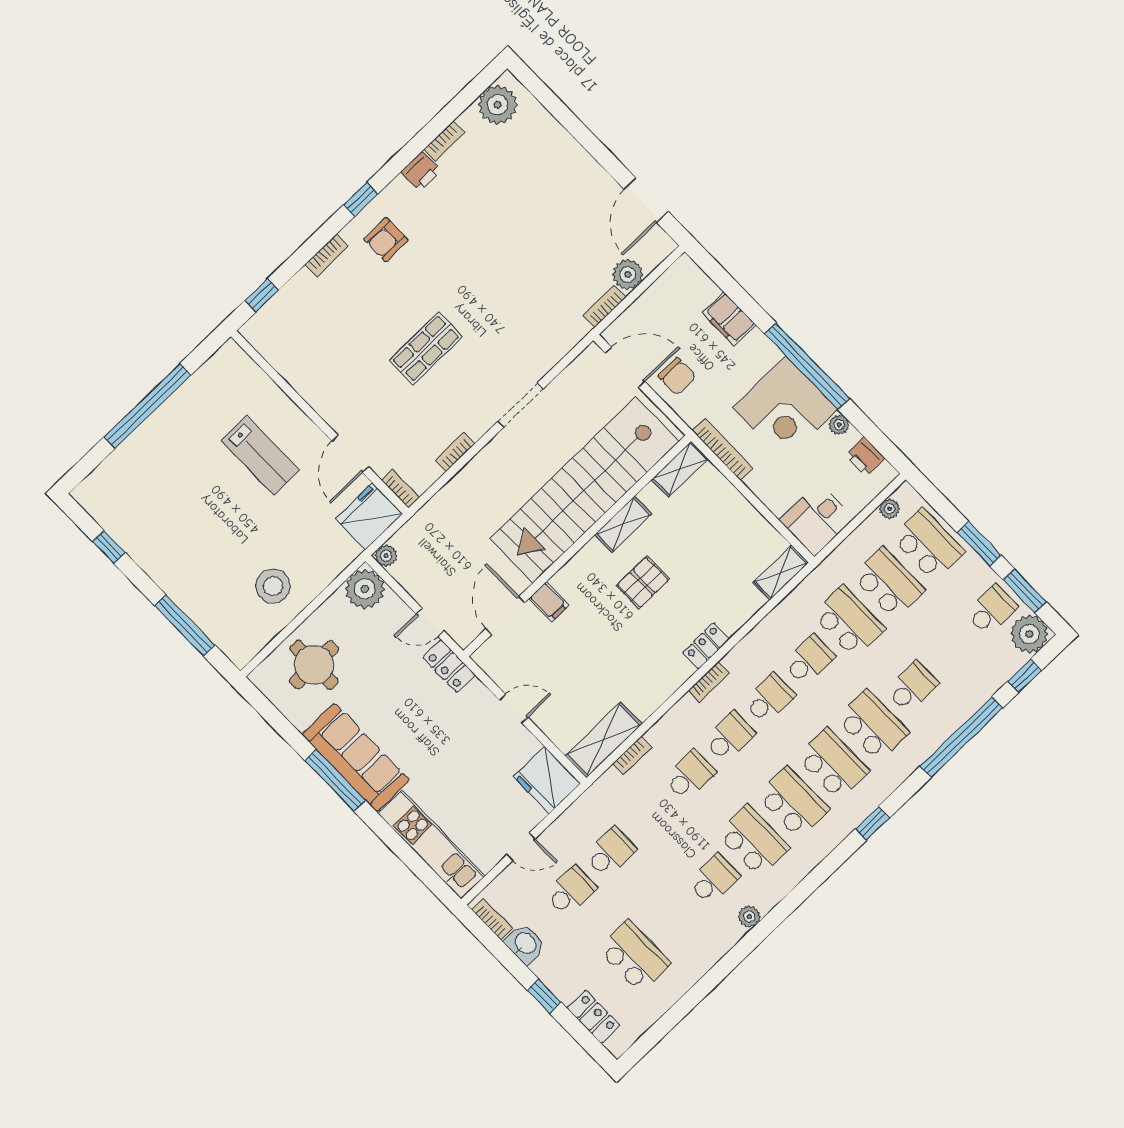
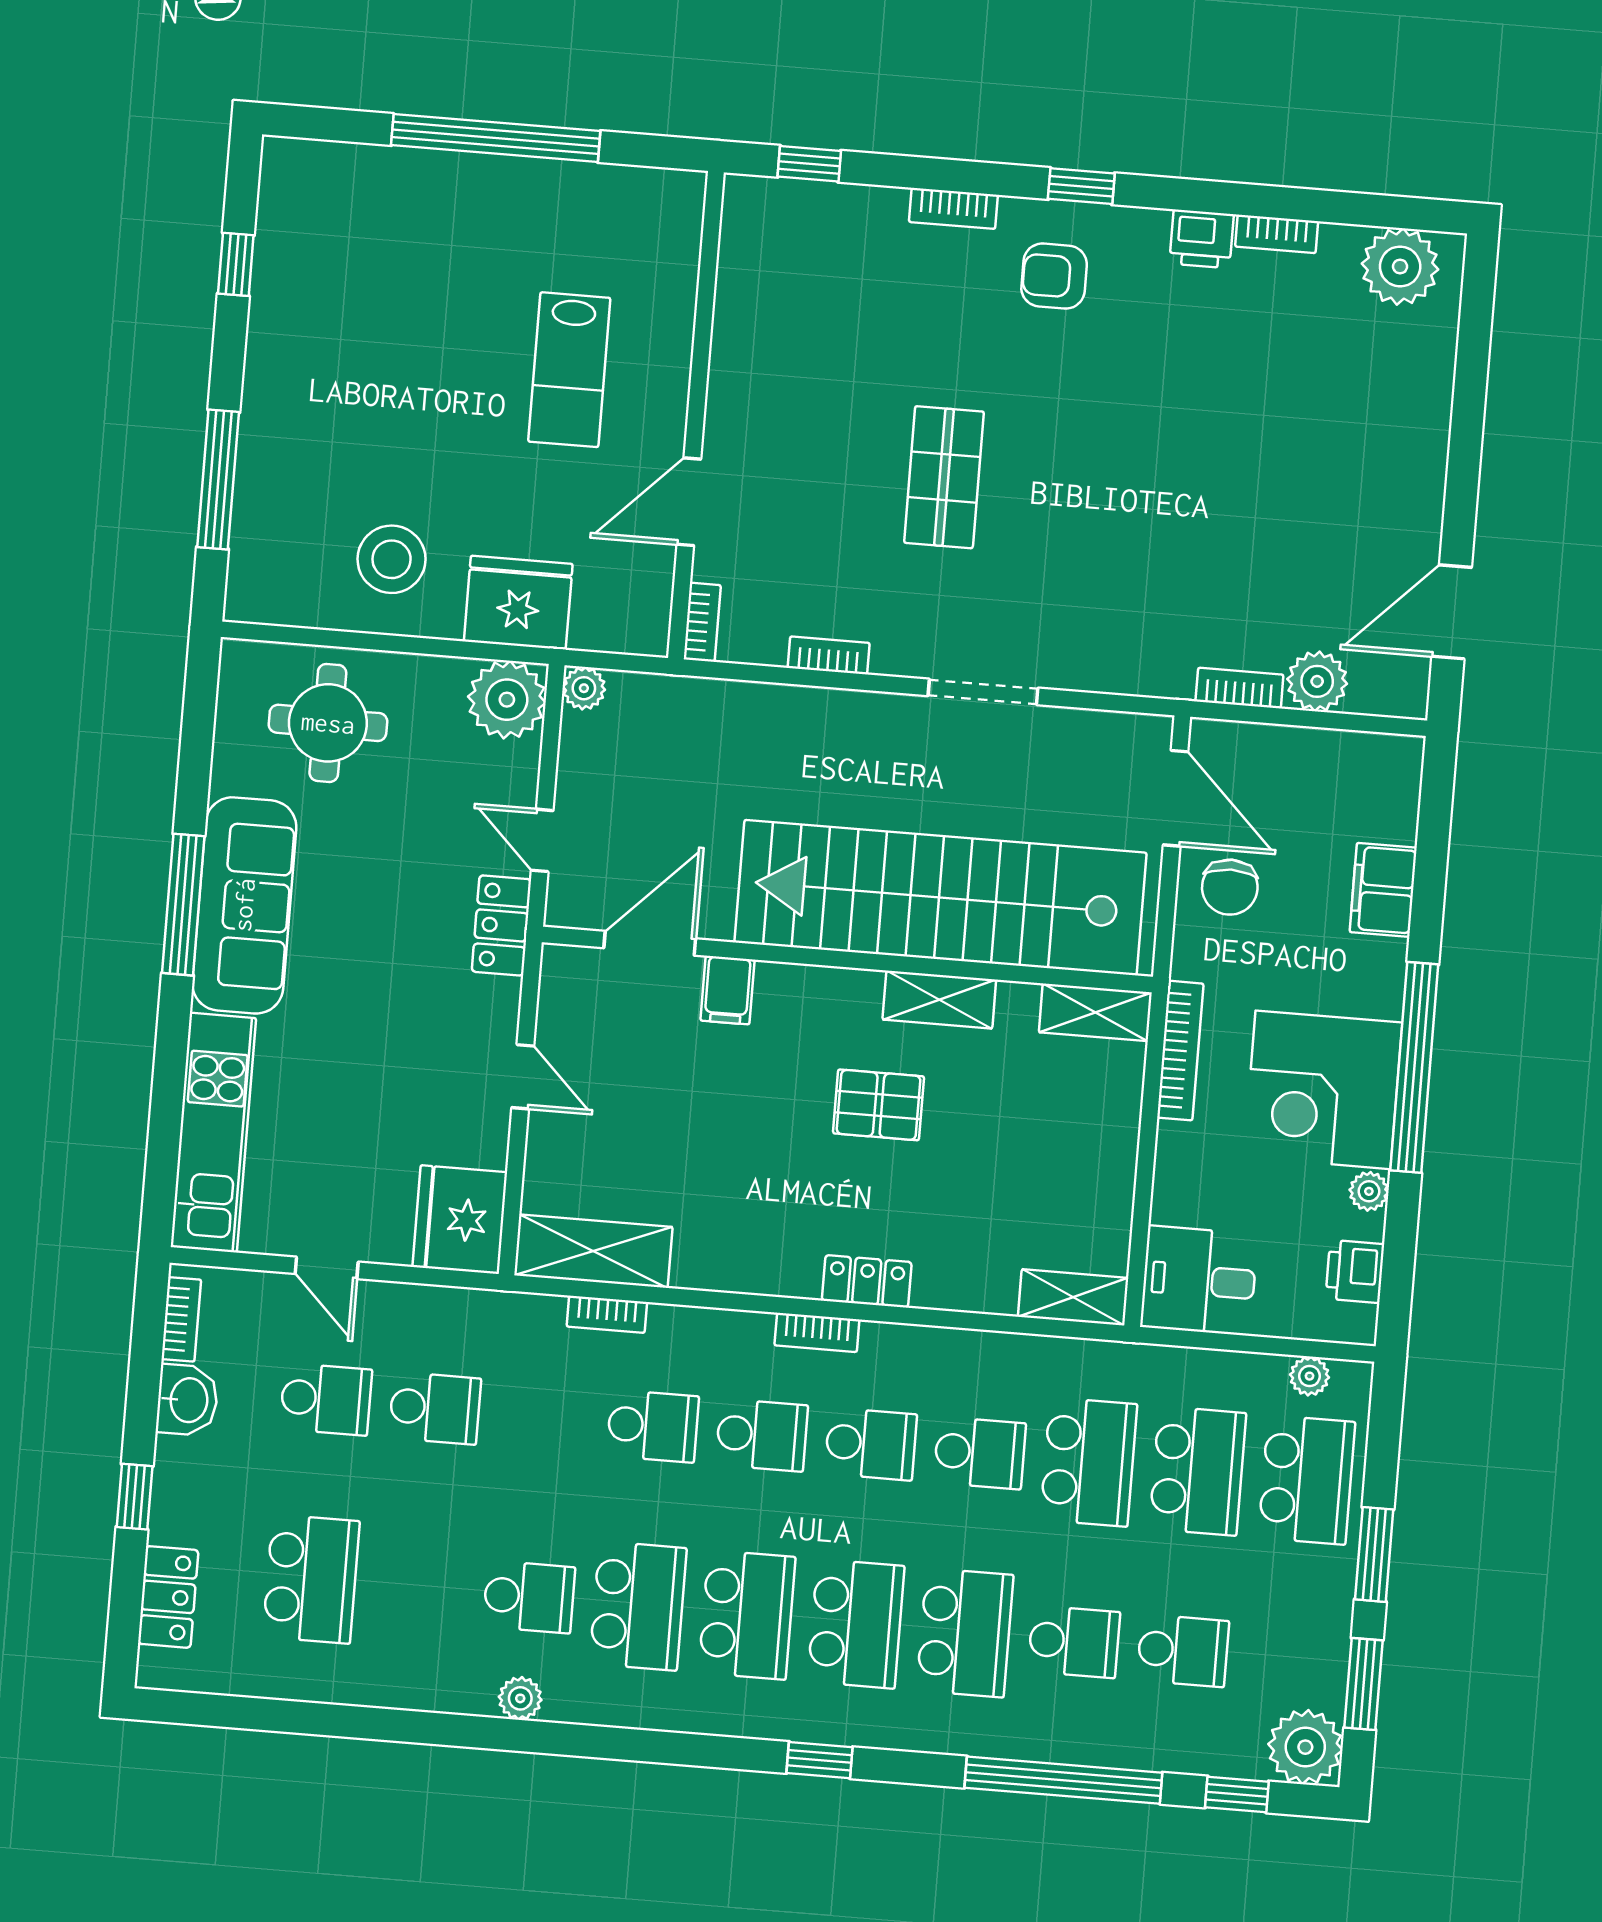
shop shelf: (426, 348) -> (944, 477), turned 90
fridge: (369, 516) -> (518, 603), moved
school desk: (992, 610) -> (1183, 1651), moved

